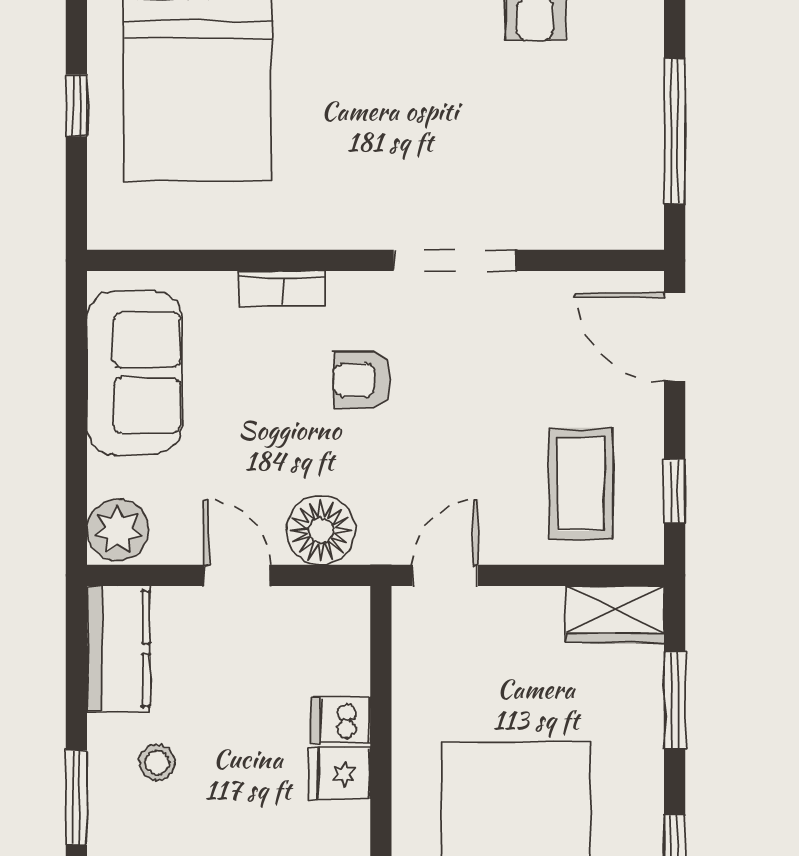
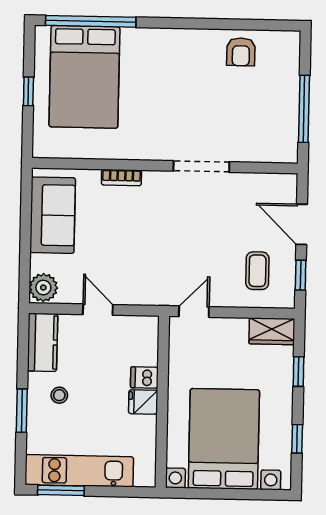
door: (675, 337) -> (302, 224), moved
armchair: (362, 380) -> (158, 221), removed
coffee table: (581, 484) -> (257, 271), width x0.73, depth x0.77
floor lamp: (321, 530) -> (137, 290), removed
window: (675, 701) -> (299, 372), width x0.67

